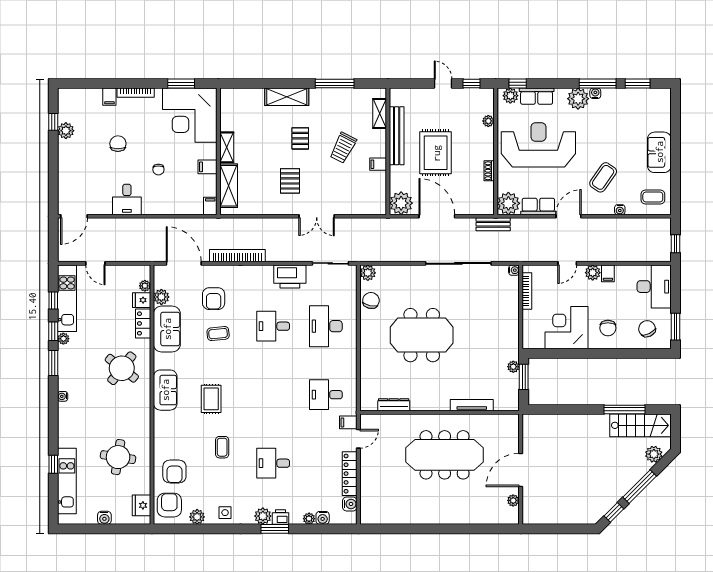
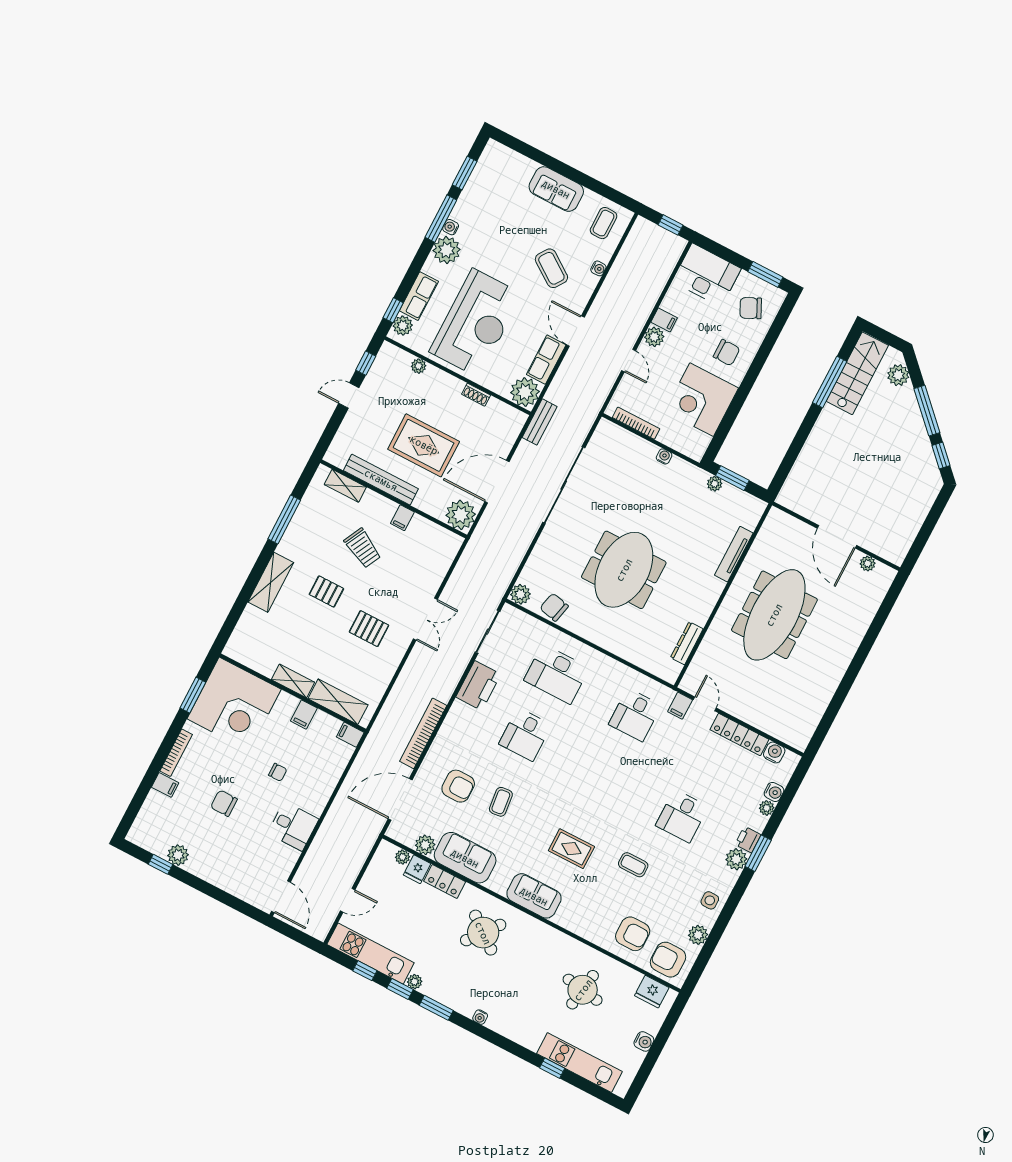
reception desk: (538, 145) -> (476, 323), turned 180
water cooler: (514, 270) -> (664, 456), moved

